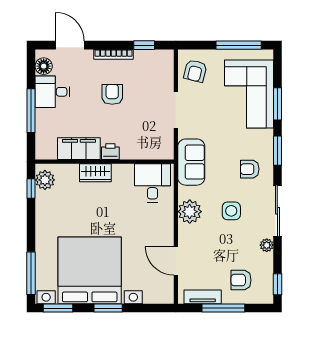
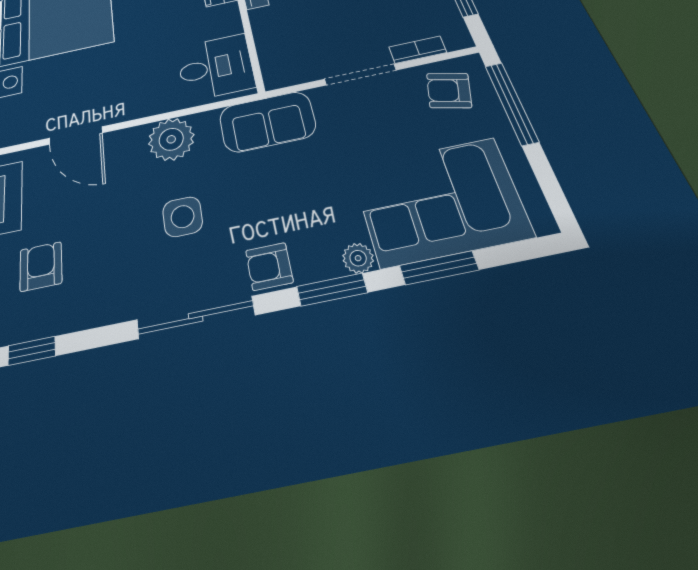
window: (239, 45) -> (511, 103), moved
bookcase: (168, 78) -> (418, 50), added
armchair: (250, 169) -> (269, 266), moved, turned -90
plant: (267, 245) -> (358, 258), moved
door: (176, 261) -> (76, 135), swing flipped

